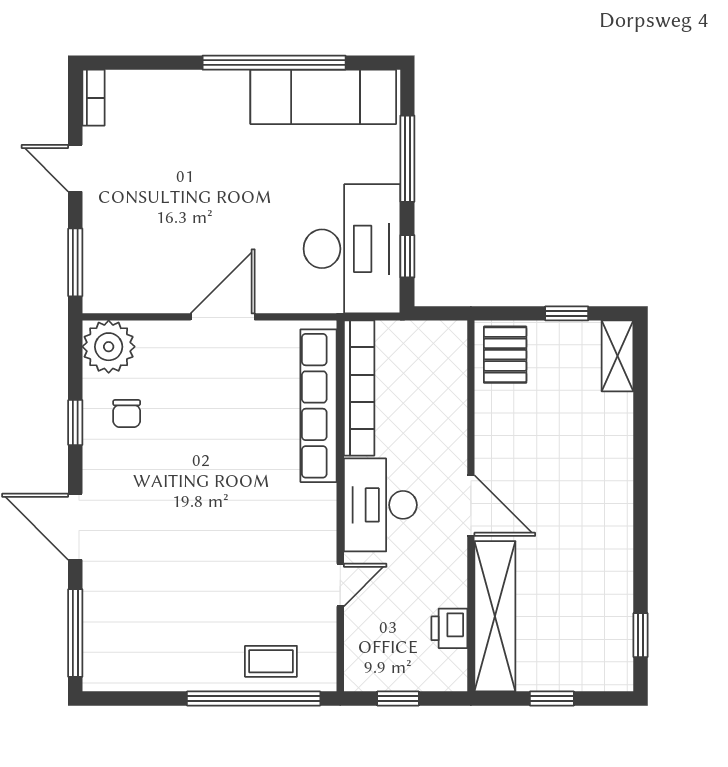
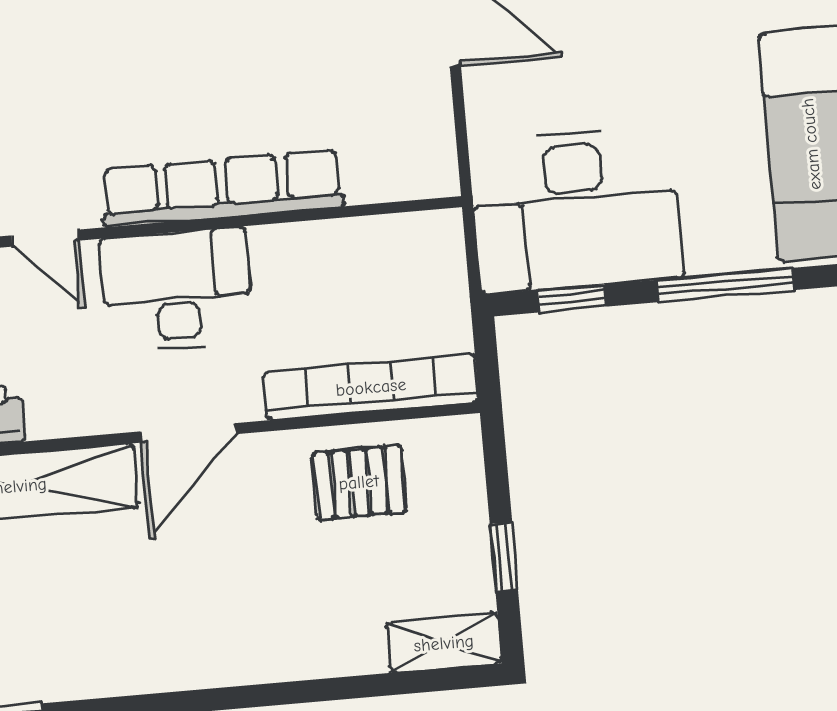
pallet: (505, 355) -> (359, 482), moved
bookcase: (359, 388) -> (371, 387), moved, turned 180
row of seats: (319, 406) -> (222, 188), moved

